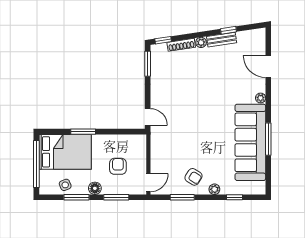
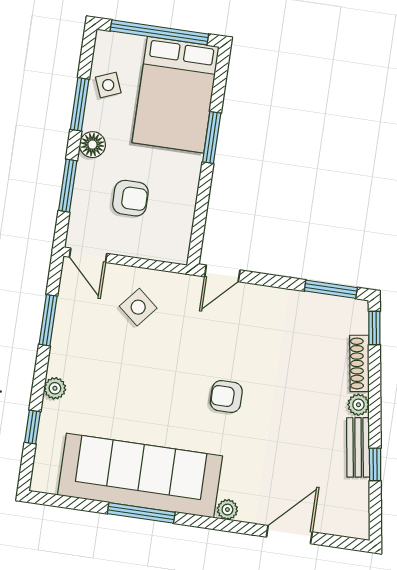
side table: (170, 155) -> (138, 307), added
armchair: (194, 177) -> (226, 397), moved, turned 58

